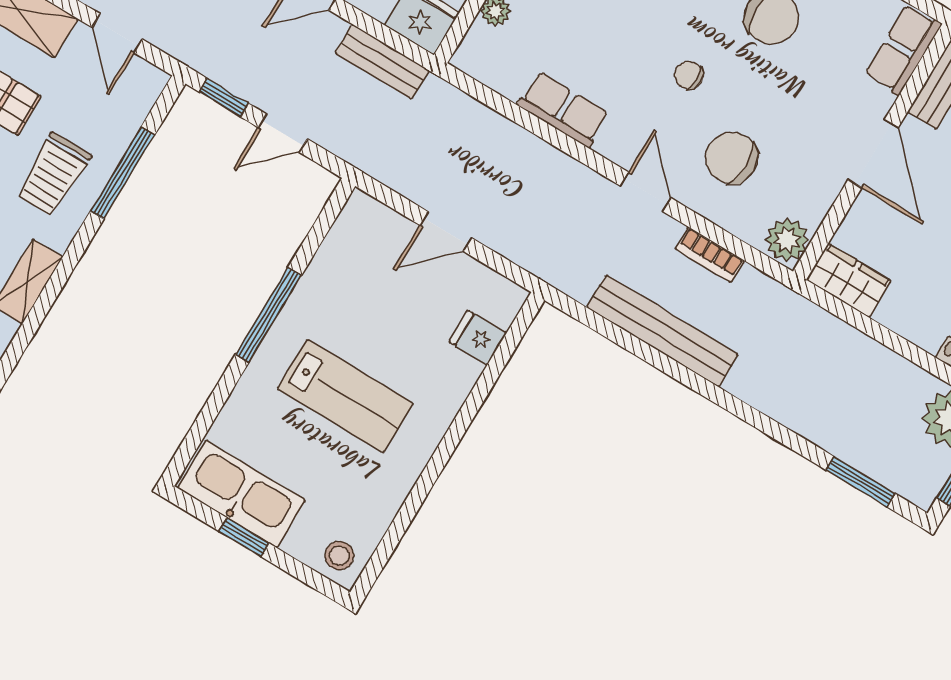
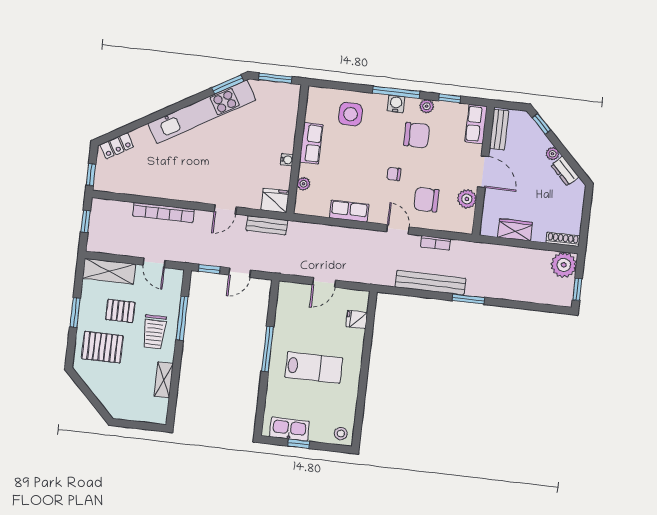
plant: (787, 240) -> (467, 199), moved
wardrobe: (849, 280) -> (515, 230), moved
window: (861, 482) -> (468, 299), moved
kitchen sink: (241, 494) -> (289, 429), width x0.73, depth x0.81

